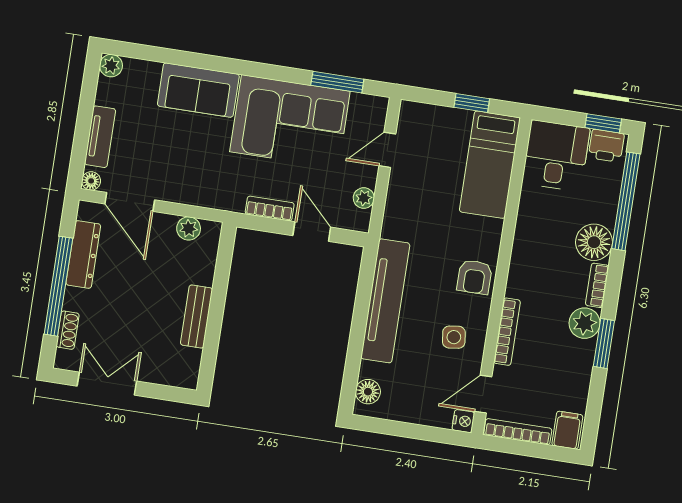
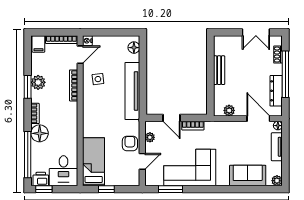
sofa: (198, 90) -> (248, 176), moved
armchair: (474, 277) -> (130, 143), moved
plant: (585, 323) -> (38, 82), moved

